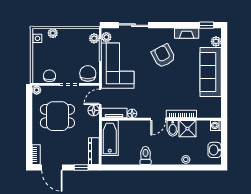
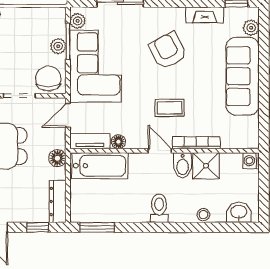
plant: (94, 38) -> (58, 46), moved
coffee table: (164, 92) -> (170, 108), added
floor lamp: (94, 110) -> (57, 158), moved
door: (158, 119) -> (160, 151), swing flipped
bathtub: (110, 138) -> (100, 166), moved, turned 90
washbasin: (215, 150) -> (239, 212), moved, turned 90
toilet: (146, 155) -> (159, 208), moved
window: (119, 168) -> (97, 227), added

